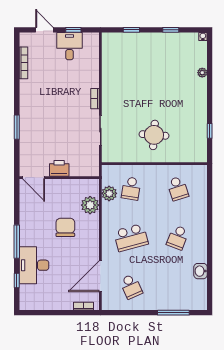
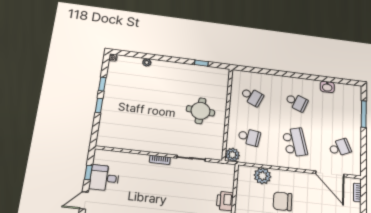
window: (131, 30) -> (99, 105), moved
school desk: (178, 188) -> (252, 97), turned 42
plant: (109, 193) -> (232, 155), moved

